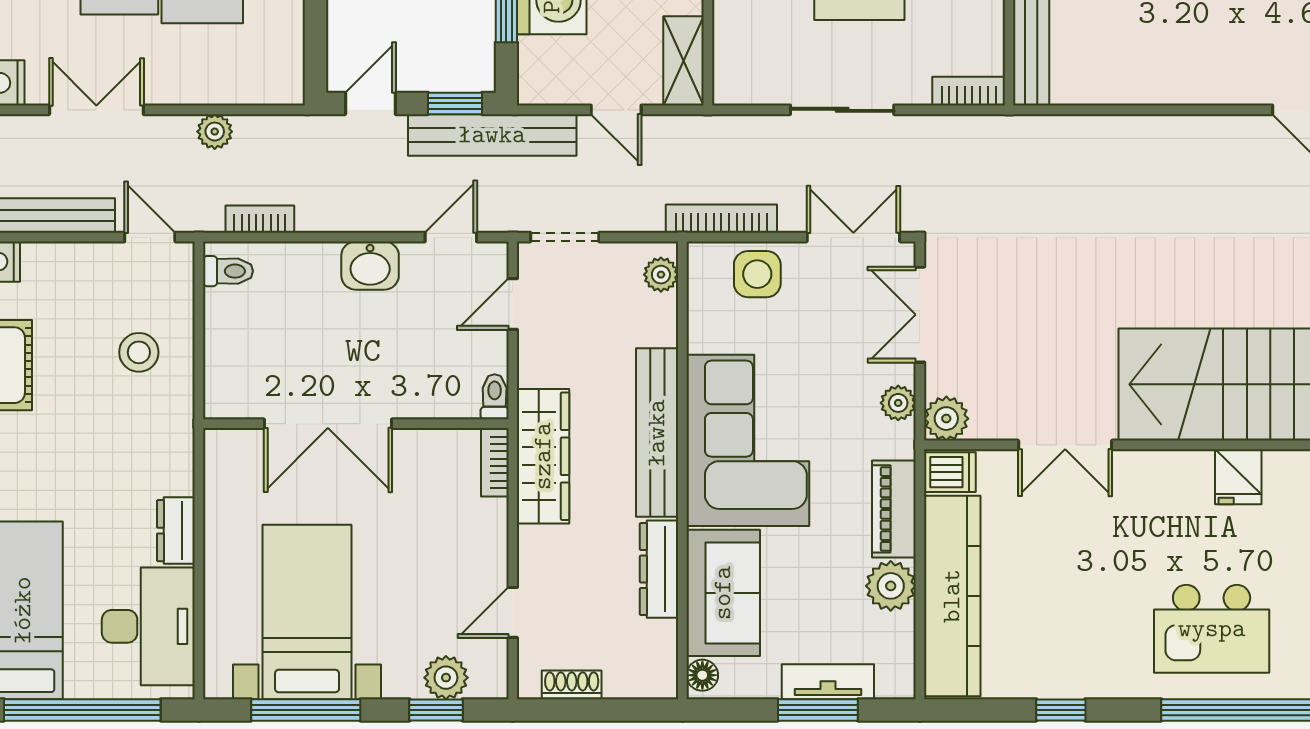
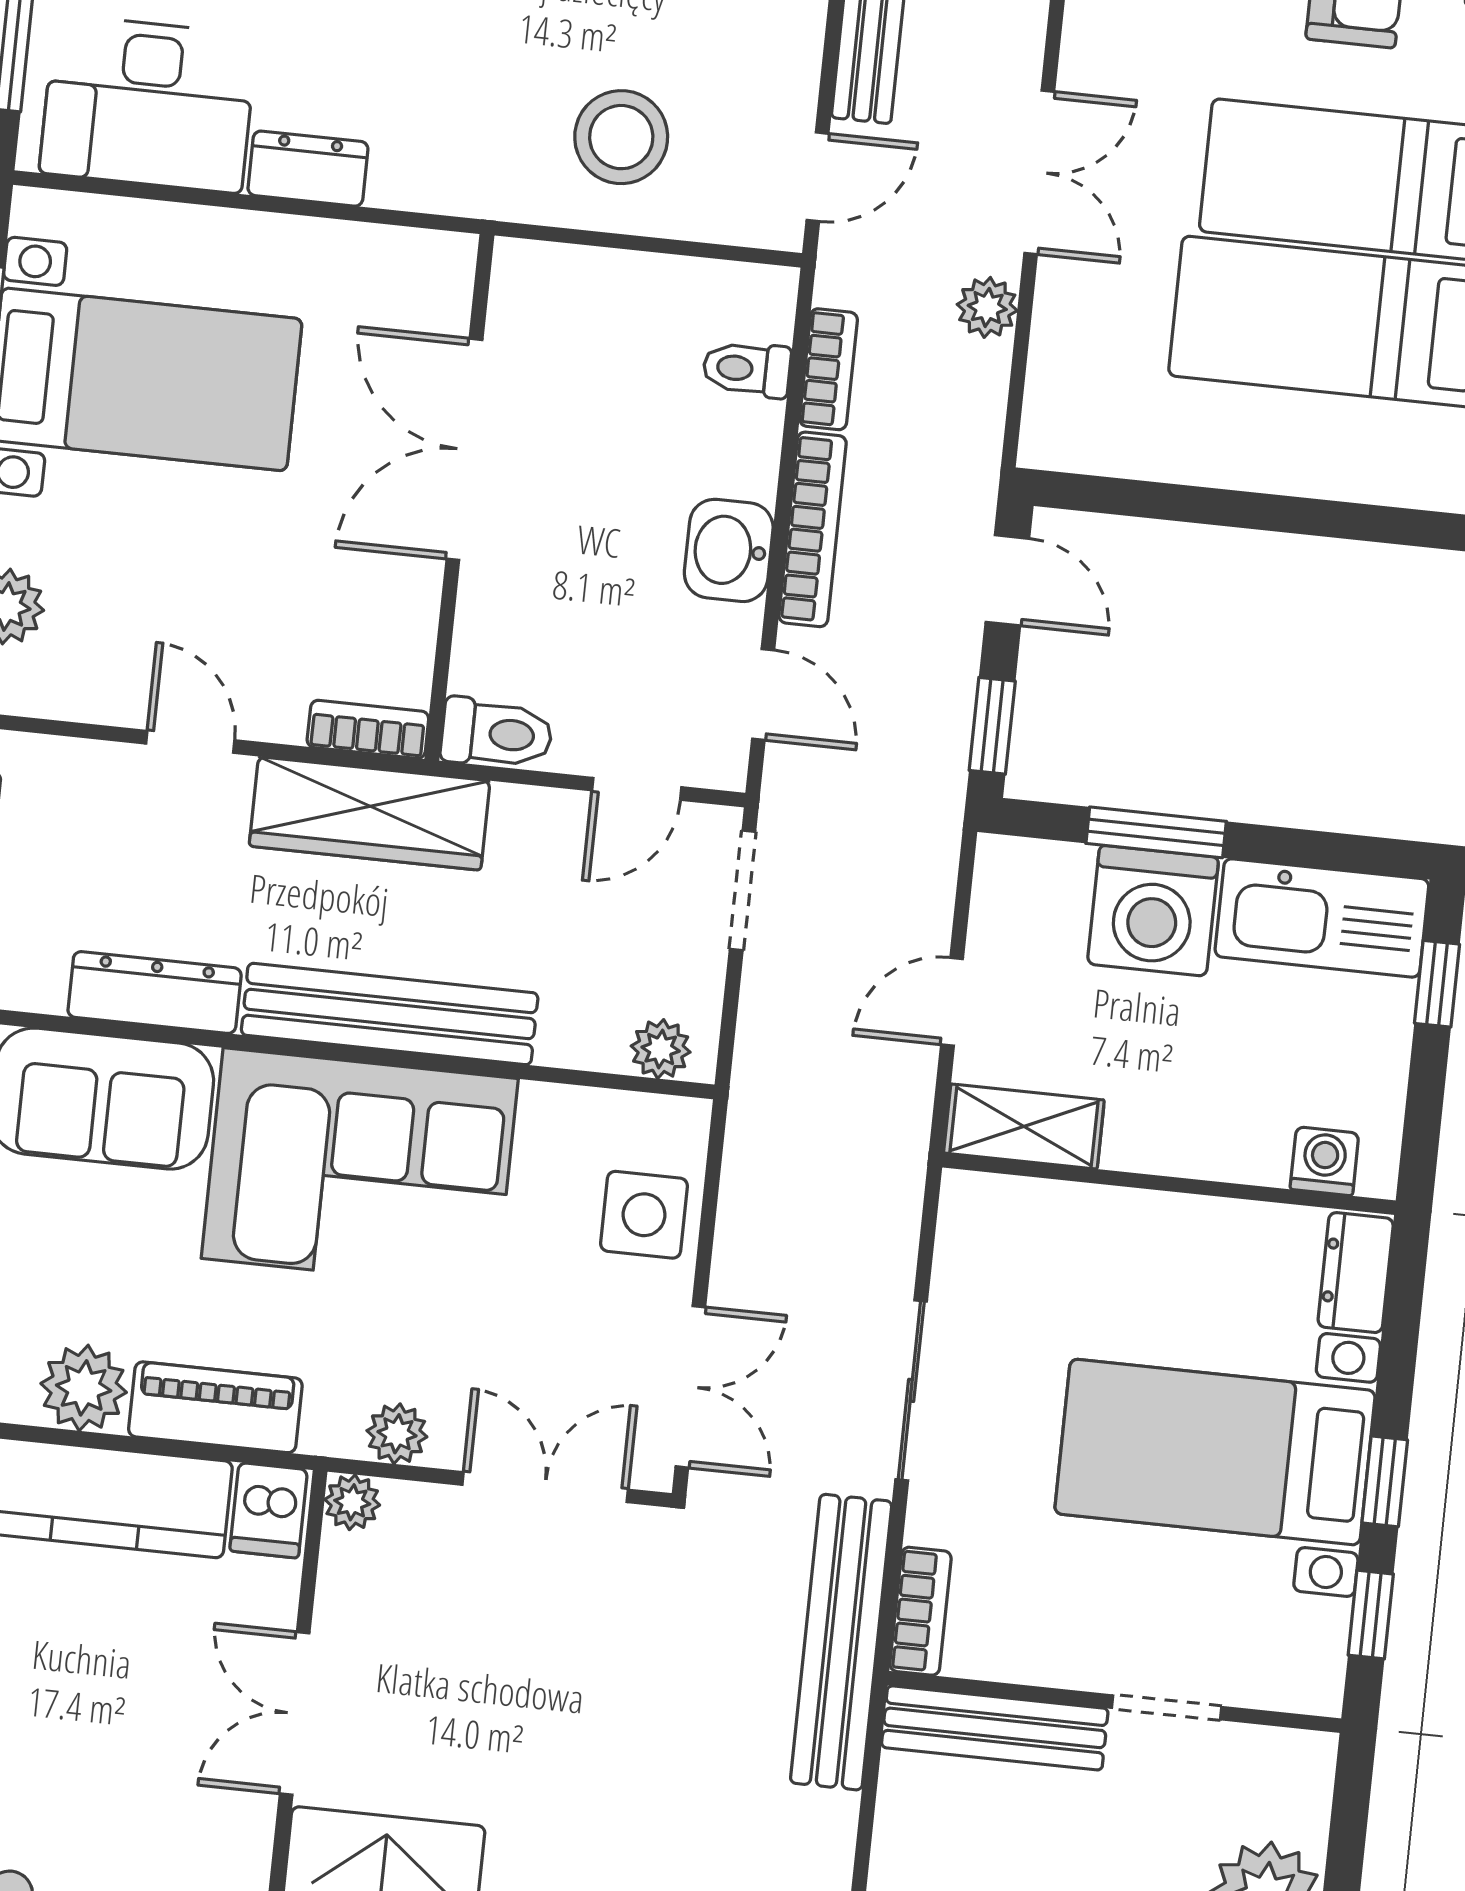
double door: (96, 110) -> (1039, 172), moved
bench: (492, 135) -> (841, 1642), moved
bookcase: (721, 219) -> (813, 529), moved
toilet: (228, 271) -> (747, 369), moved, turned 90
door: (513, 304) -> (637, 789), swing flipped
stool: (139, 352) -> (621, 137), width x1.38, depth x1.38
toilet: (495, 397) -> (497, 734), width x1.37, depth x1.39
plant: (946, 419) -> (352, 1502), width x0.73, depth x0.73
door: (513, 612) -> (190, 742), moved

